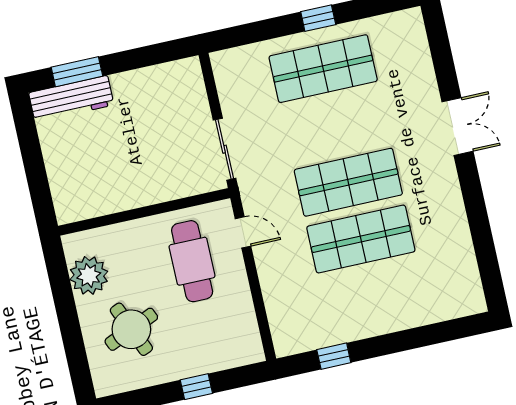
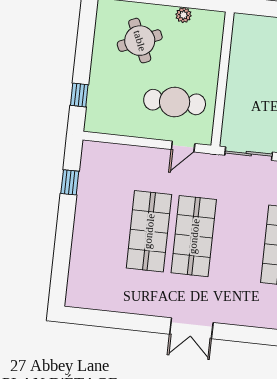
double door: (458, 127) -> (191, 328), moved
plant: (89, 275) -> (183, 15), width x0.53, depth x0.53
window: (196, 387) -> (79, 95), moved

